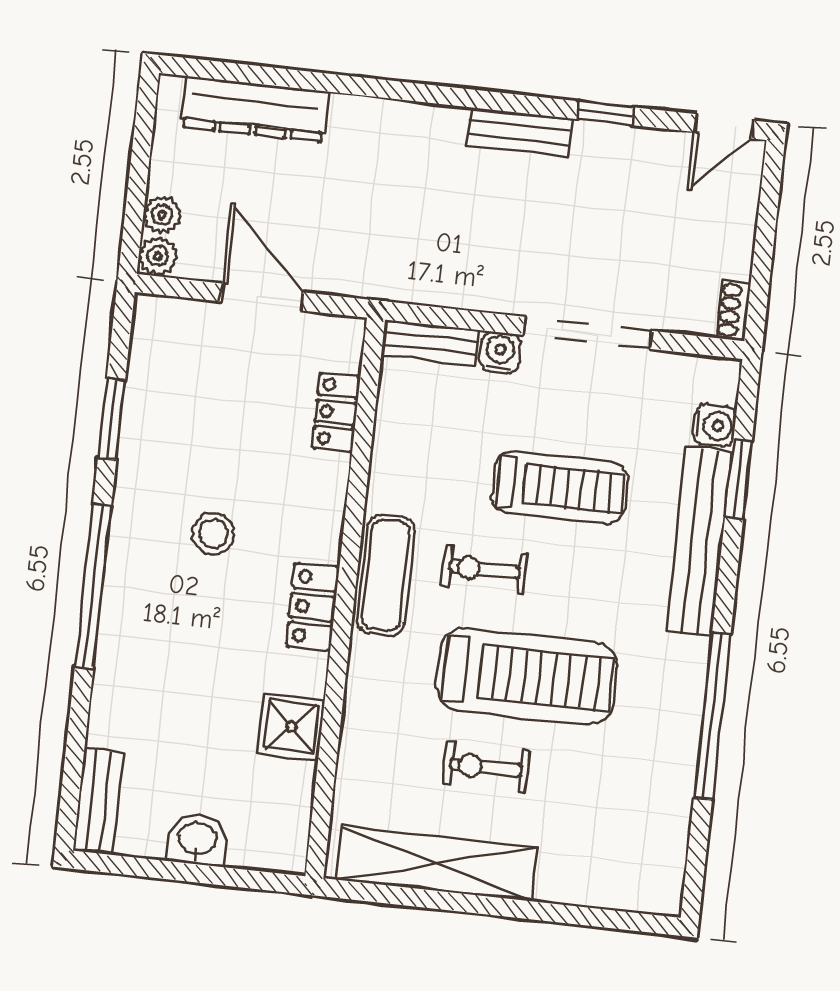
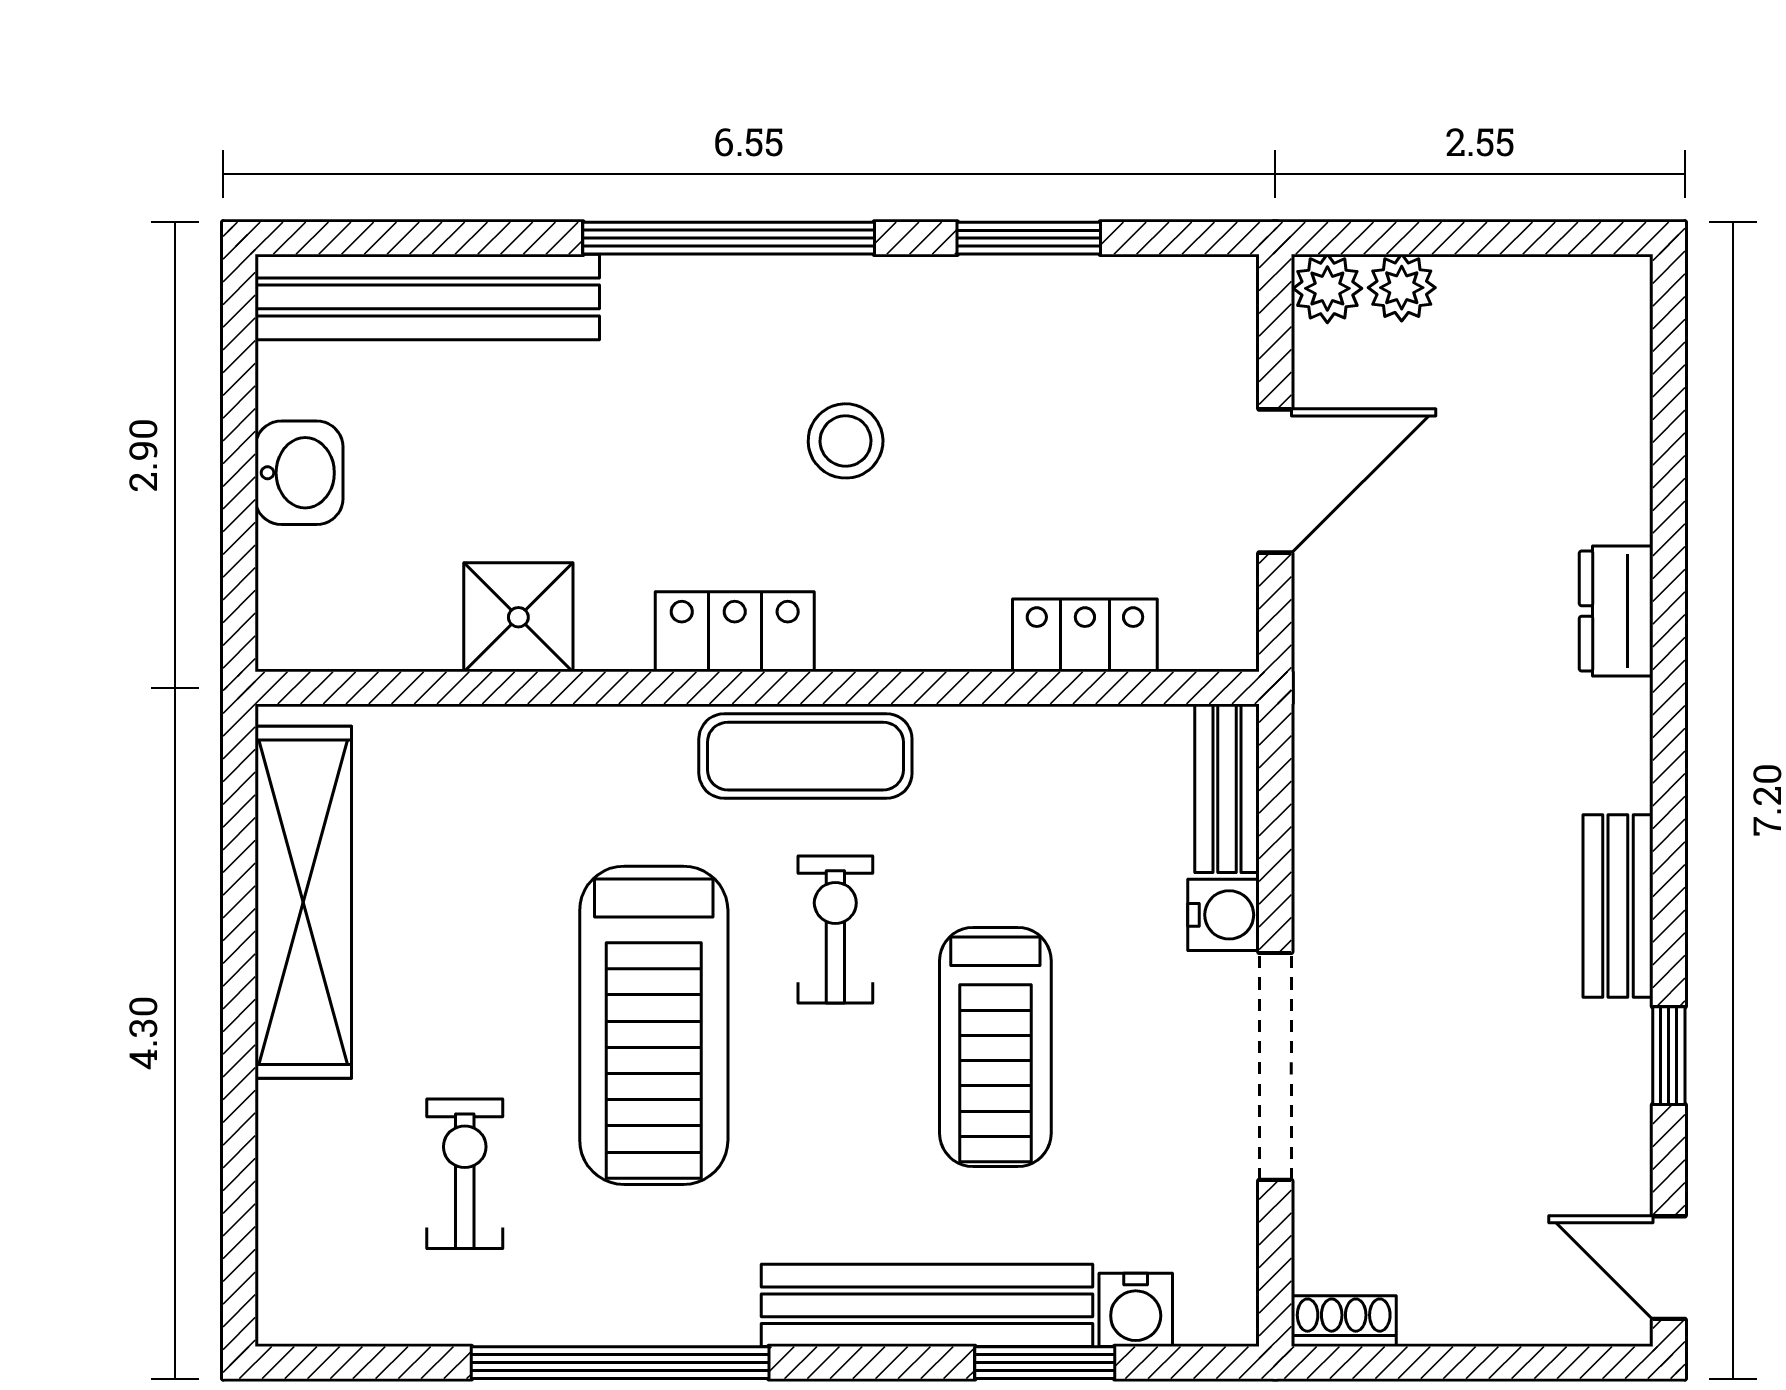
dresser: (255, 109) -> (1616, 611), moved, width x0.51, depth x0.80
exercise bike: (486, 767) -> (465, 1174), moved
bench: (98, 801) -> (427, 297), width x1.86, depth x1.21

